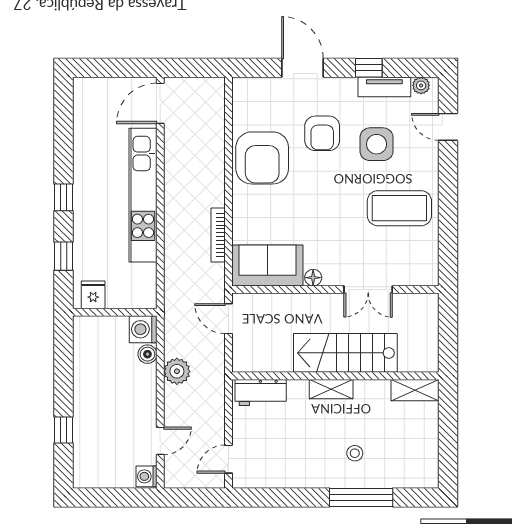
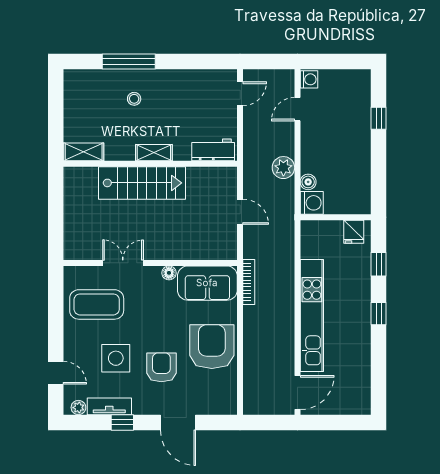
sofa: (267, 265) -> (207, 283), moved
floor lamp: (313, 278) -> (169, 273), moved
wall: (335, 289) -> (150, 263), moved
double door: (368, 289) -> (123, 263), moved

